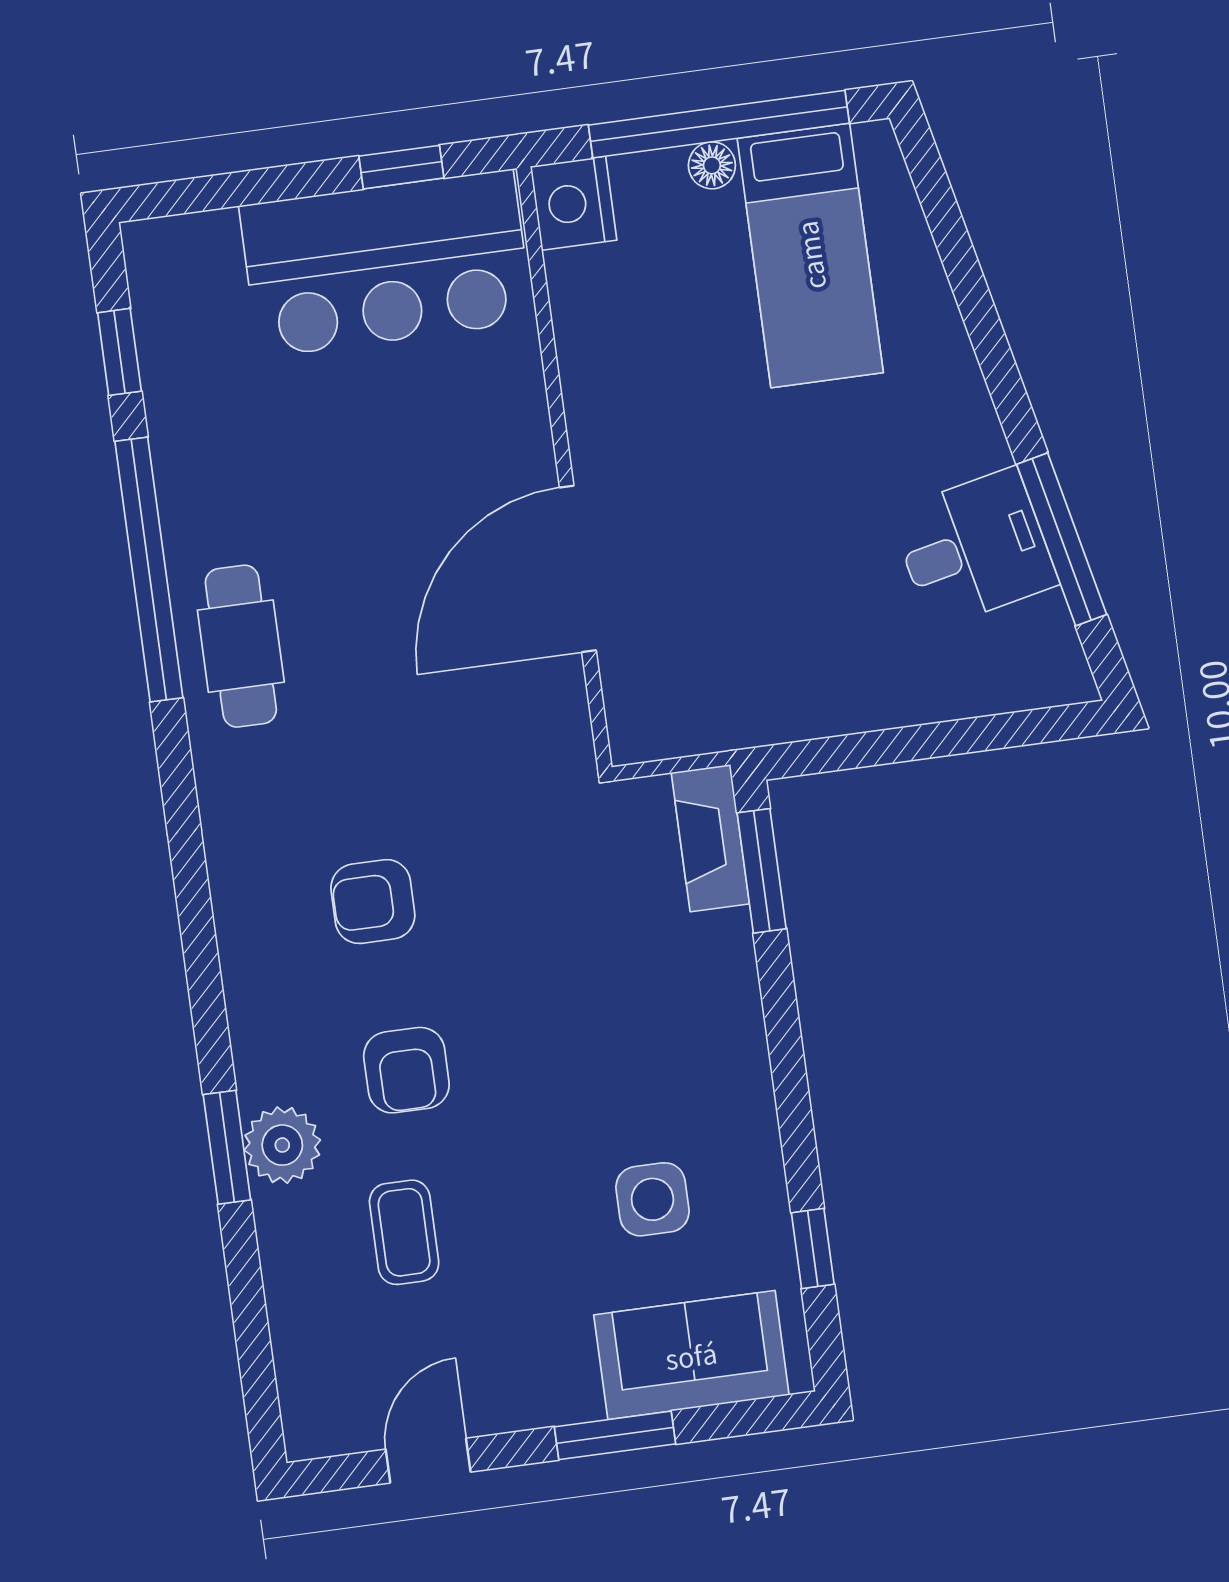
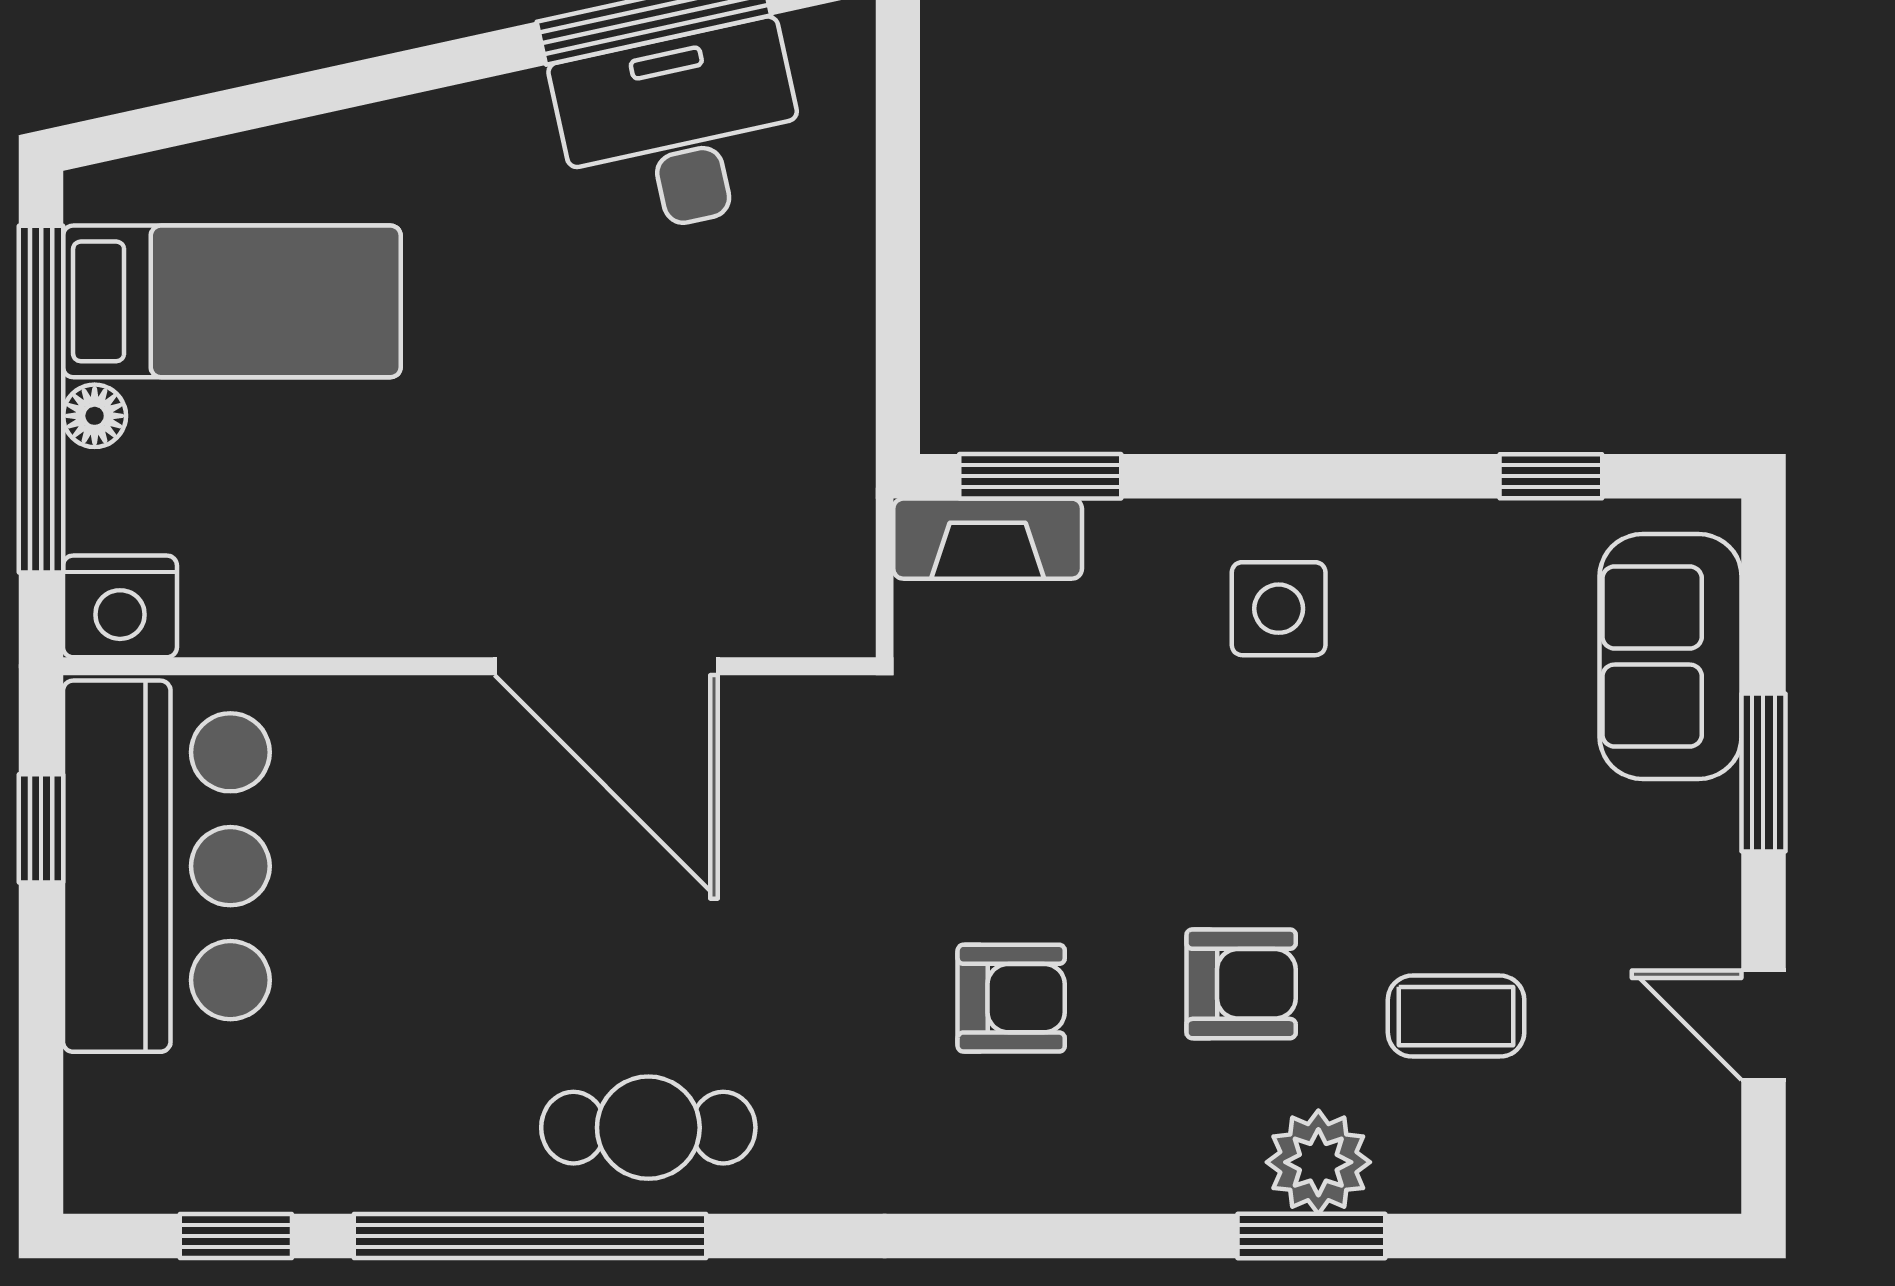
desk: (974, 548) -> (681, 130), width x1.37
armchair: (373, 902) -> (1011, 998), turned -90
side table: (652, 1199) -> (1279, 609), moved

